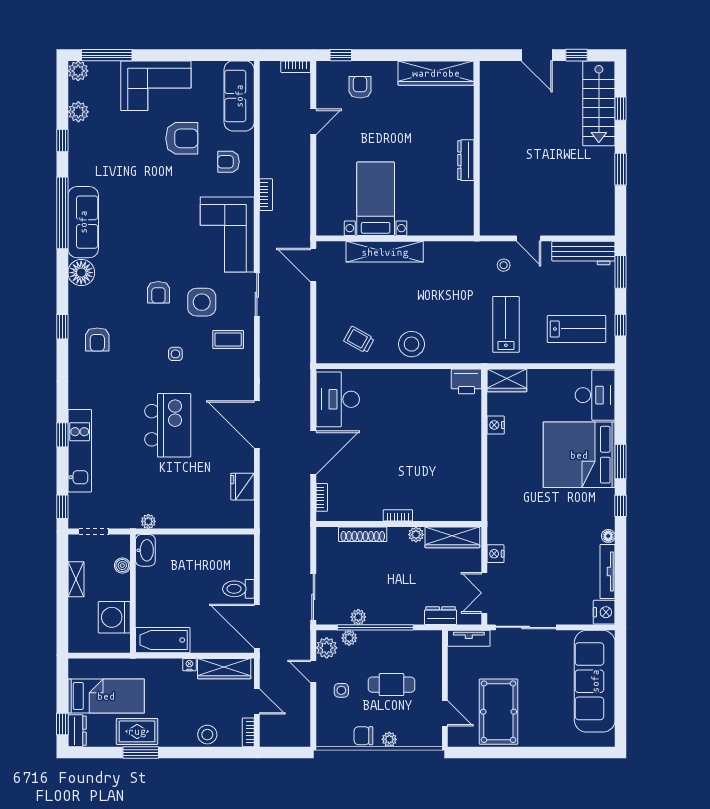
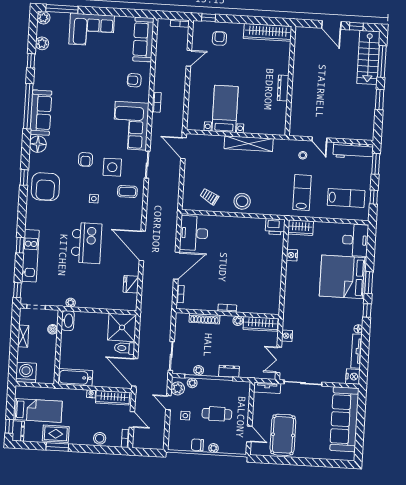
window: (621, 109) -> (382, 62), width x2.17
armchair: (182, 138) -> (106, 64), removed
shelving: (385, 252) -> (249, 144), moved
armchair: (97, 339) -> (45, 187), width x1.88, depth x1.88
shower: (232, 556) -> (122, 327), added
dresser: (441, 616) -> (229, 371), moved
washing machine: (114, 617) -> (26, 373), moved, turned 90

